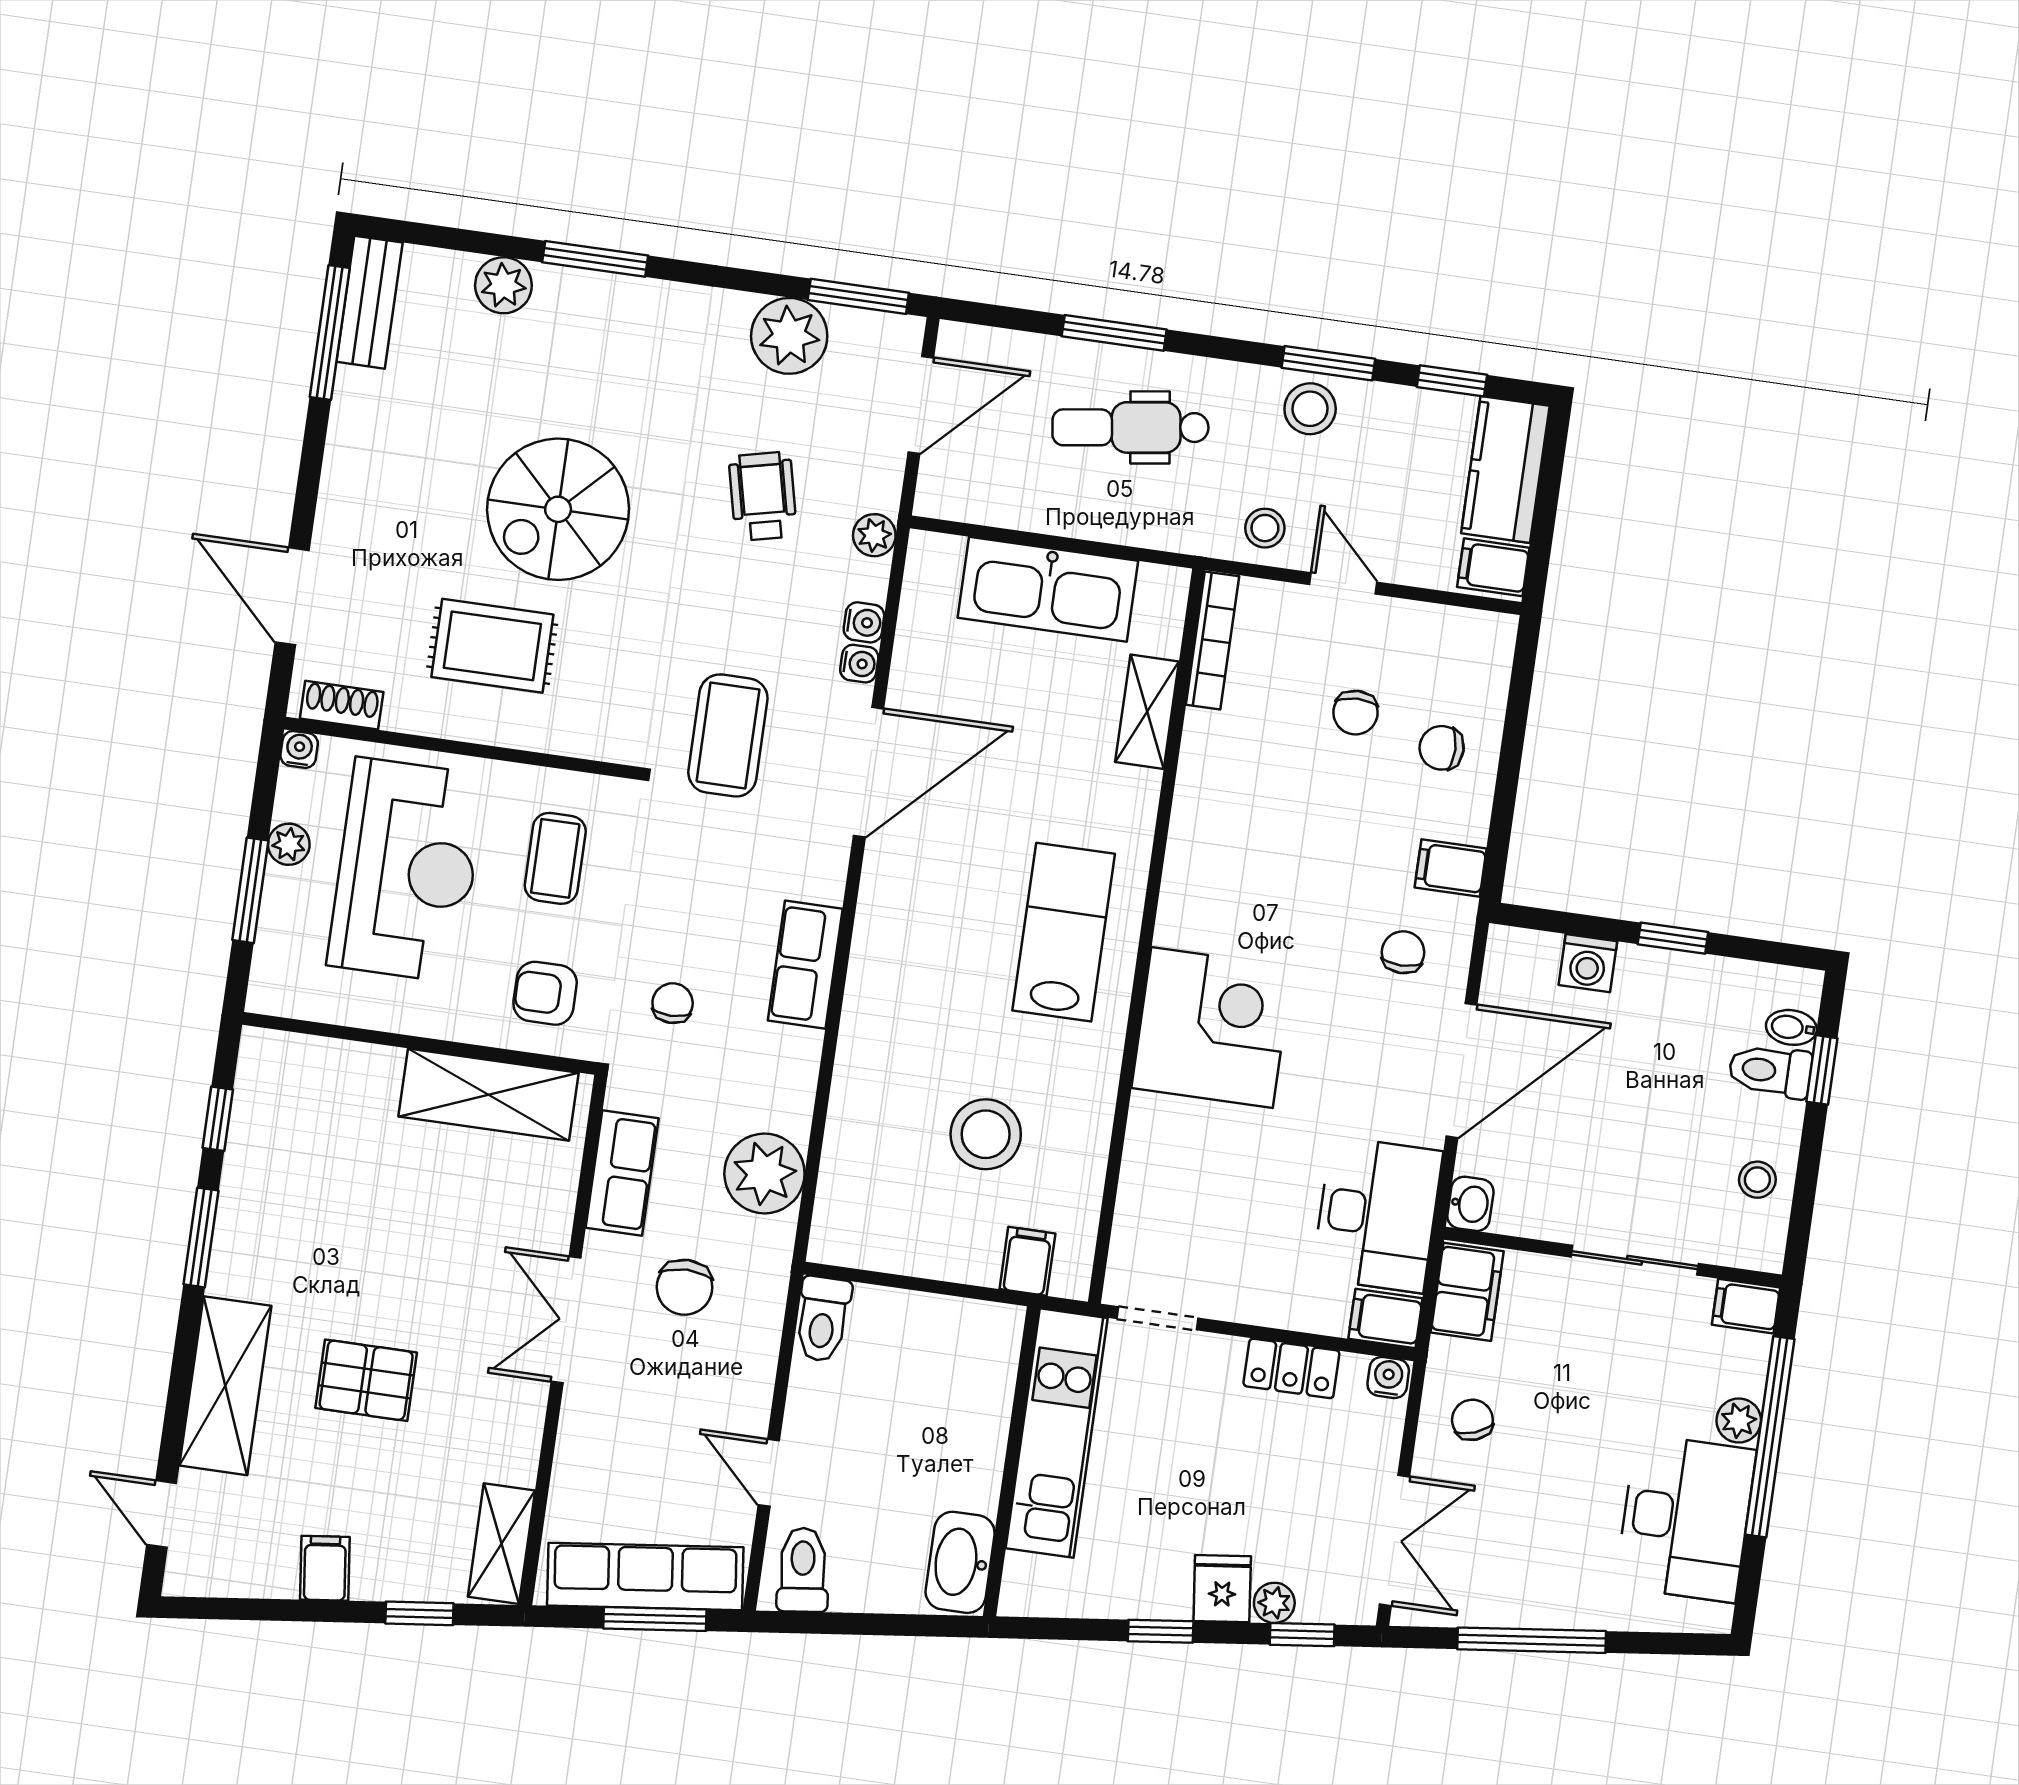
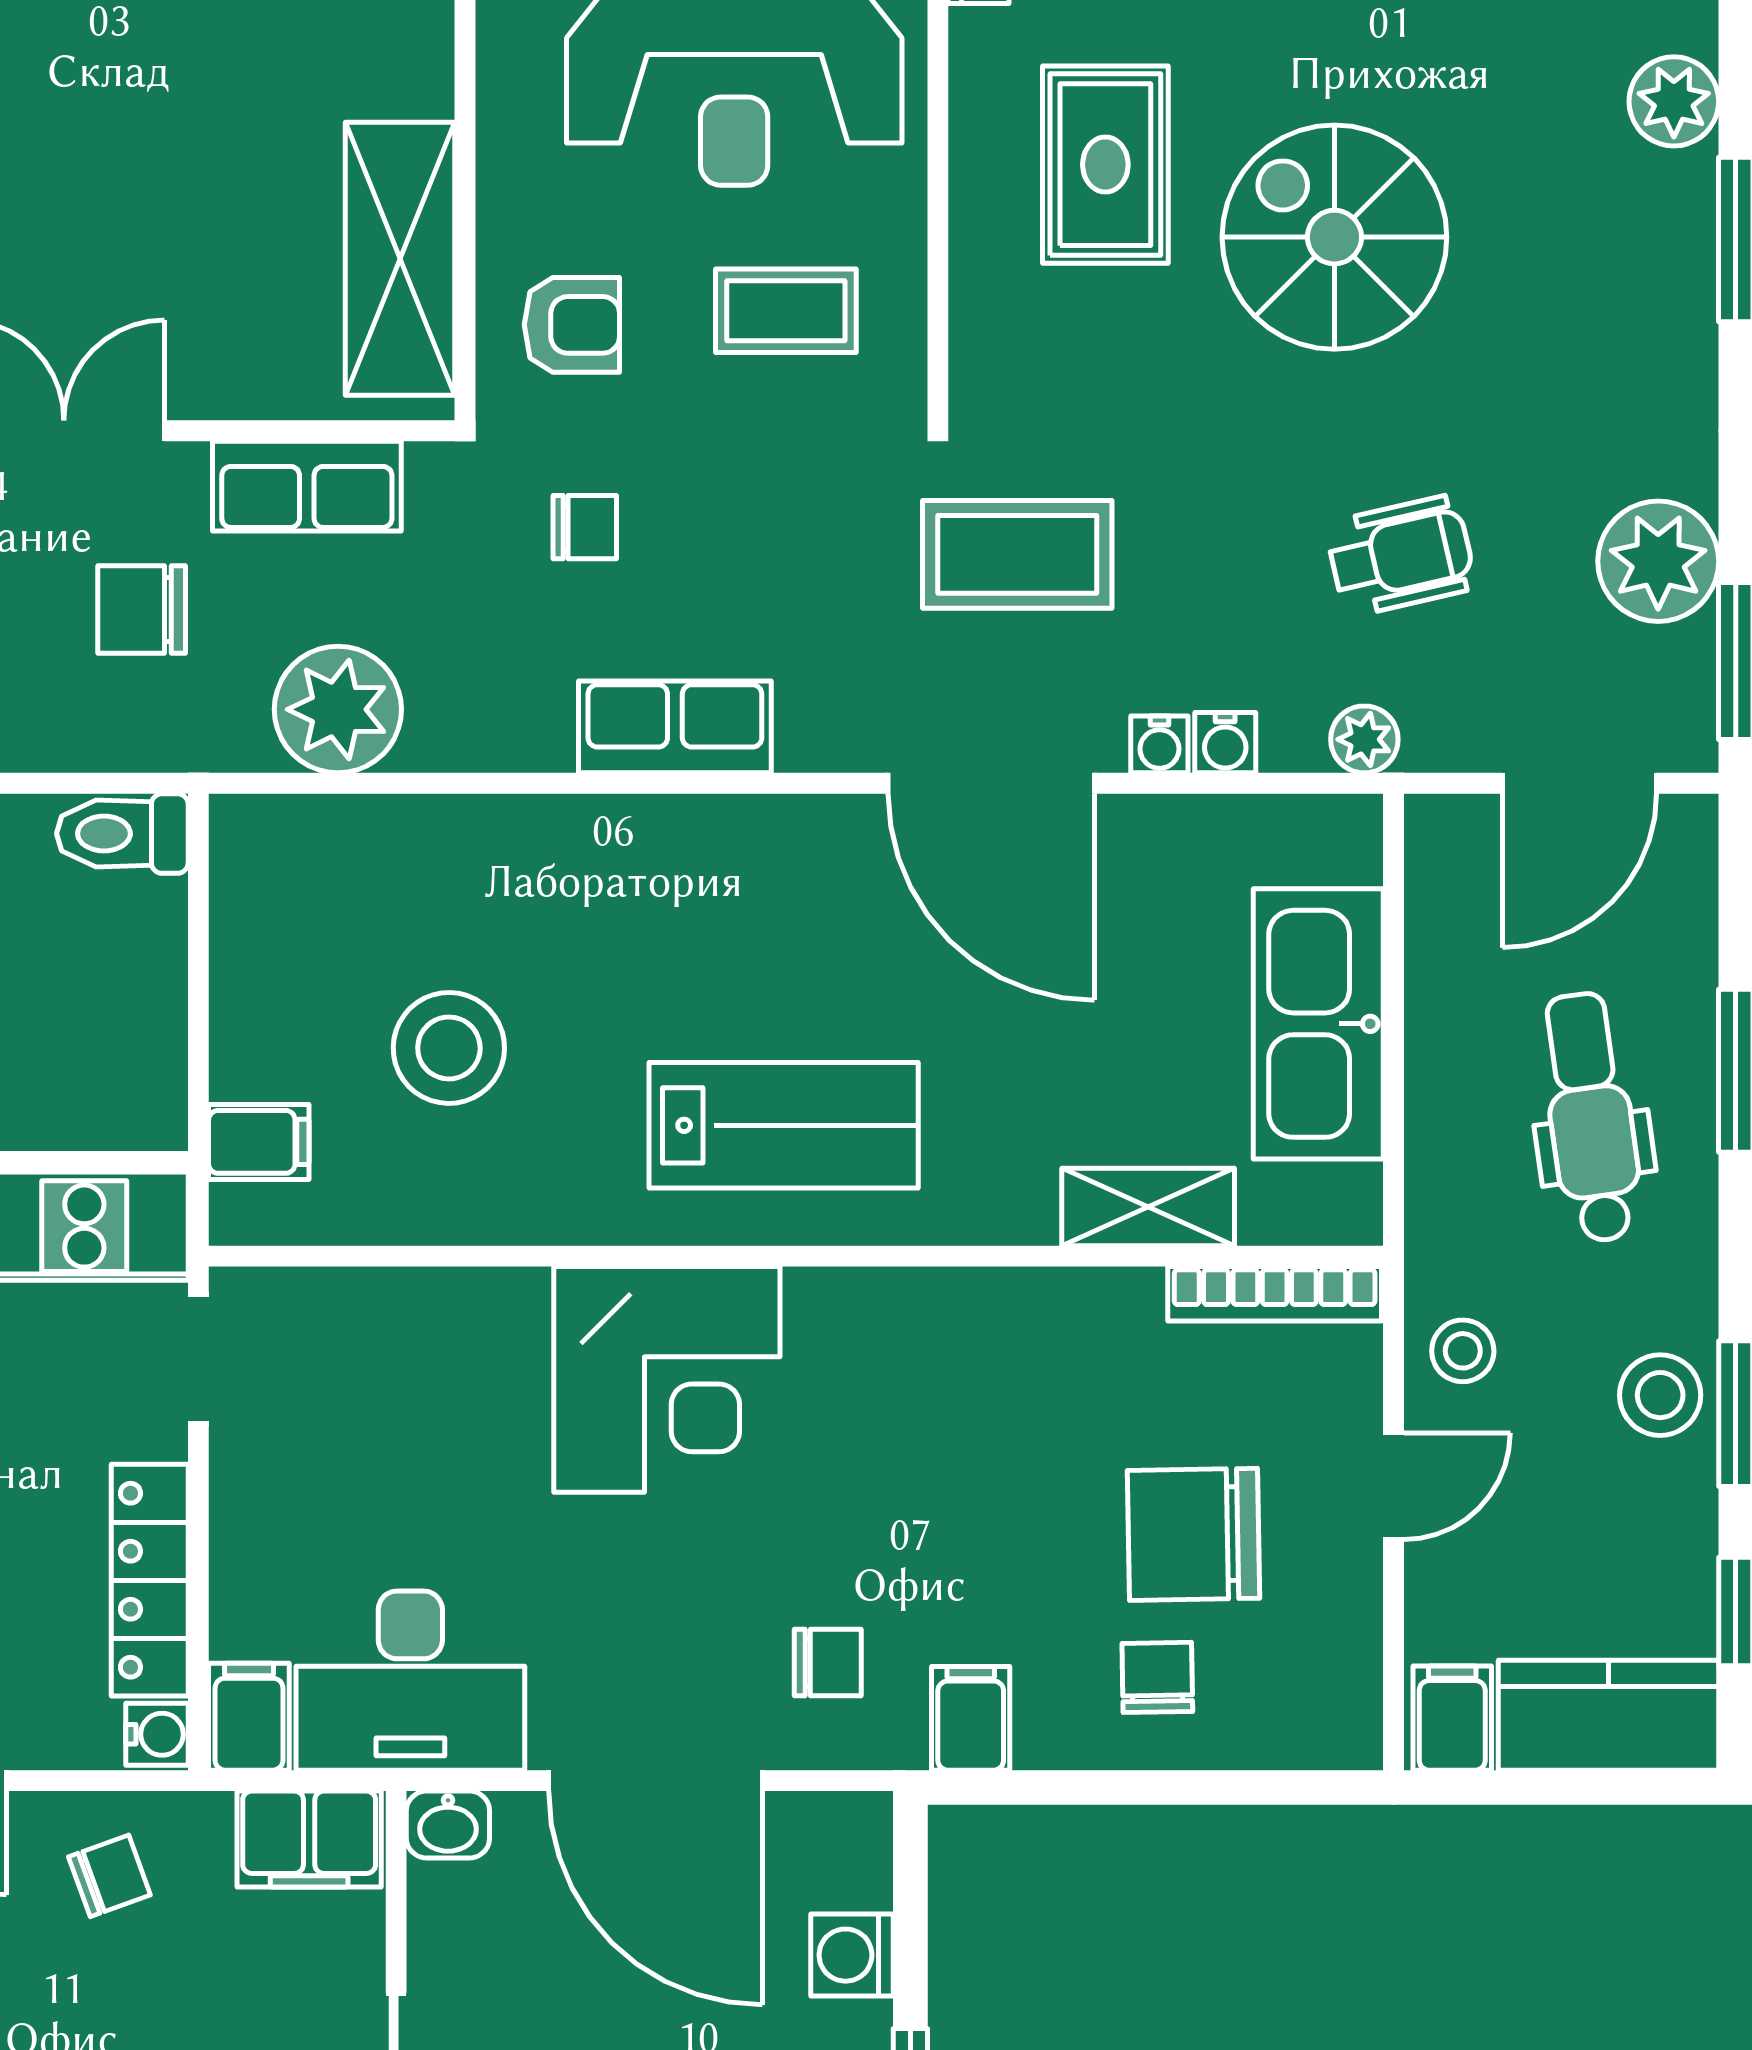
door: (921, 405) -> (1579, 783), hinge flipped
chair: (1356, 713) -> (1193, 1534), width x1.87, depth x1.87
armchair: (545, 993) -> (572, 325), turned 90
locker: (1291, 1368) -> (150, 1580), width x1.53

